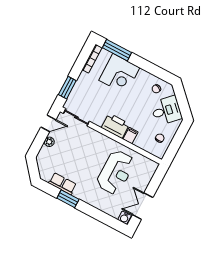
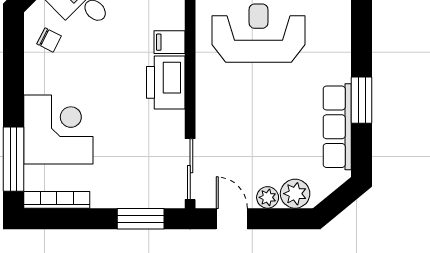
plant: (45, 153) -> (295, 194), added
row of seats: (62, 184) -> (337, 127), width x1.48

